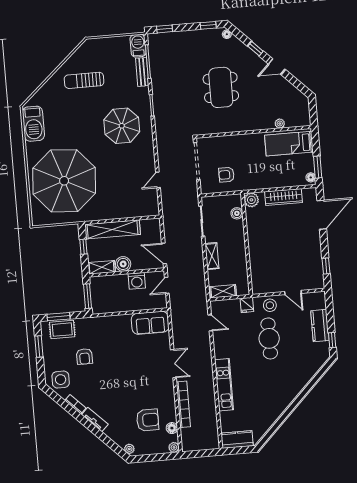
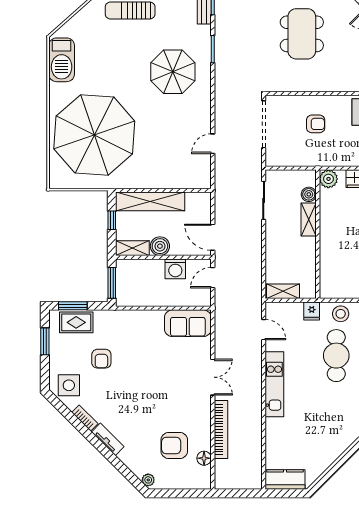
armchair: (226, 175) -> (316, 124), moved, turned 180
shelving: (212, 256) -> (309, 220), moved
kitchen unit: (224, 385) -> (274, 384), moved
armchair: (148, 420) -> (174, 445), turned 180
plant: (174, 447) -> (205, 483), removed

